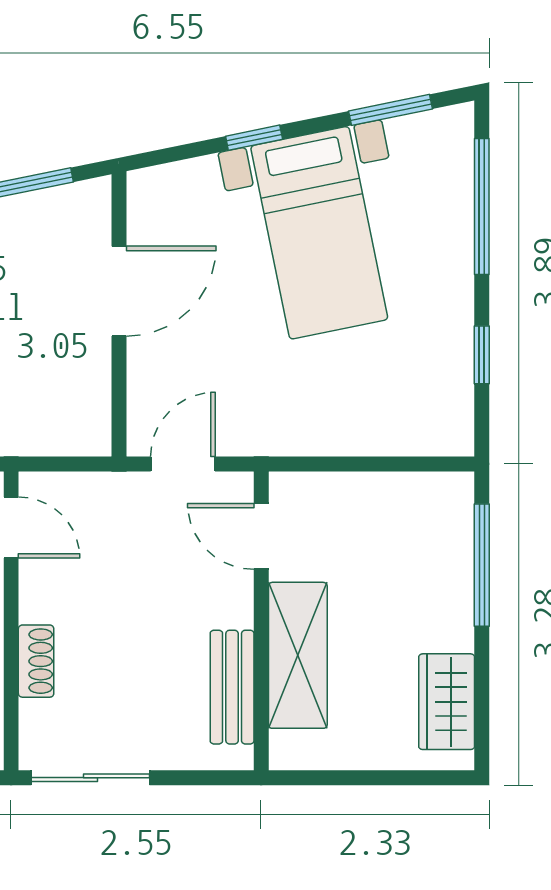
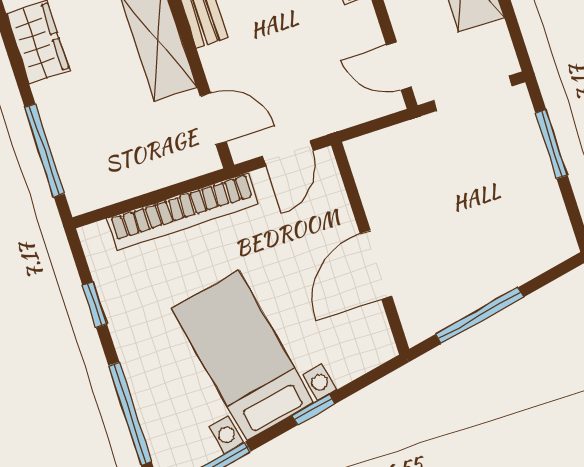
bookcase: (336, 435) -> (183, 211), added

